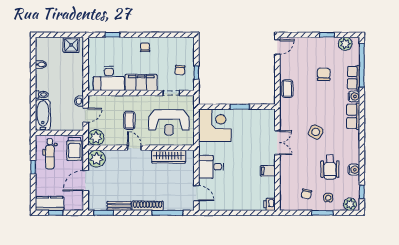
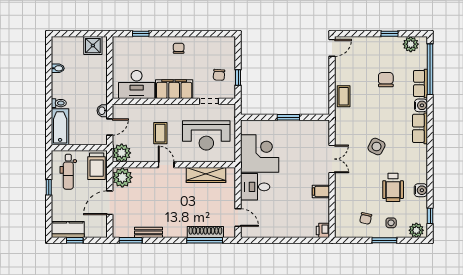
corner desk: (215, 125) -> (260, 154), moved
shoe rack: (148, 206) -> (205, 232), moved

